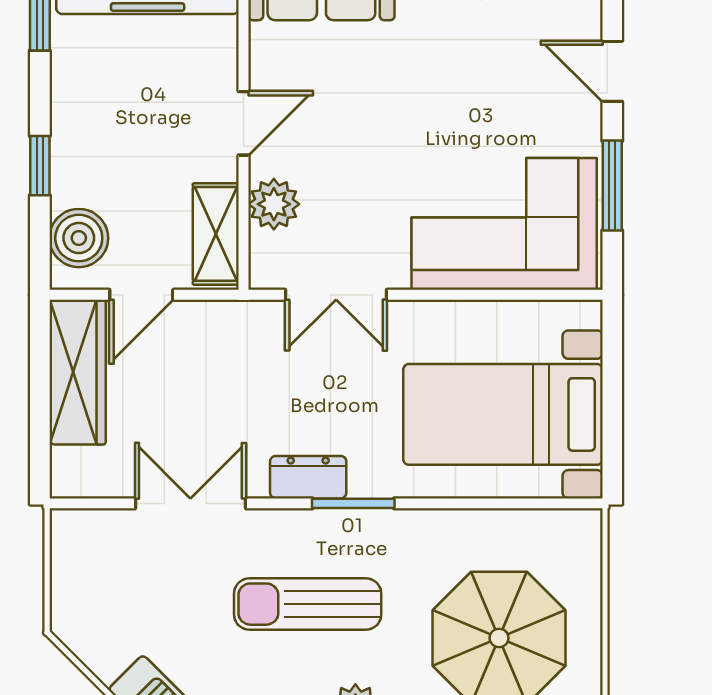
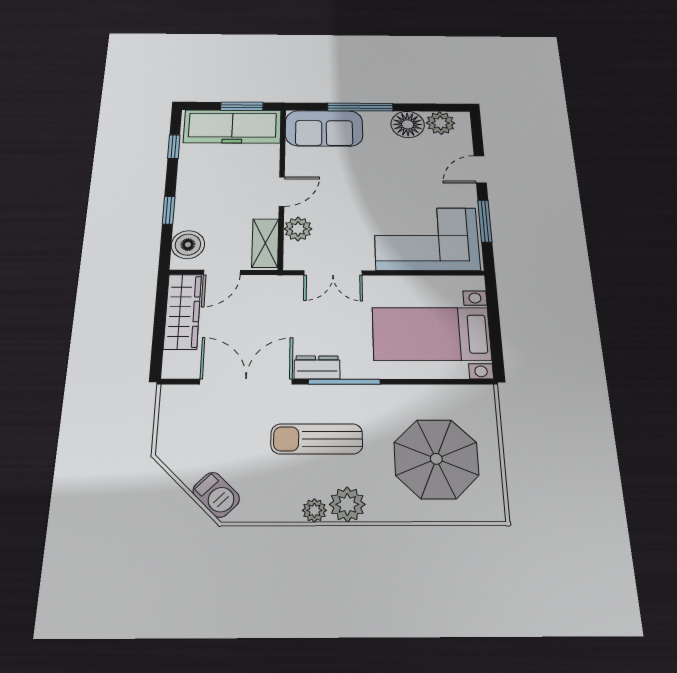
door: (612, 71) -> (480, 169), hinge flipped
double door: (190, 503) -> (246, 382), width x1.37
window: (353, 503) -> (344, 382), width x1.44

